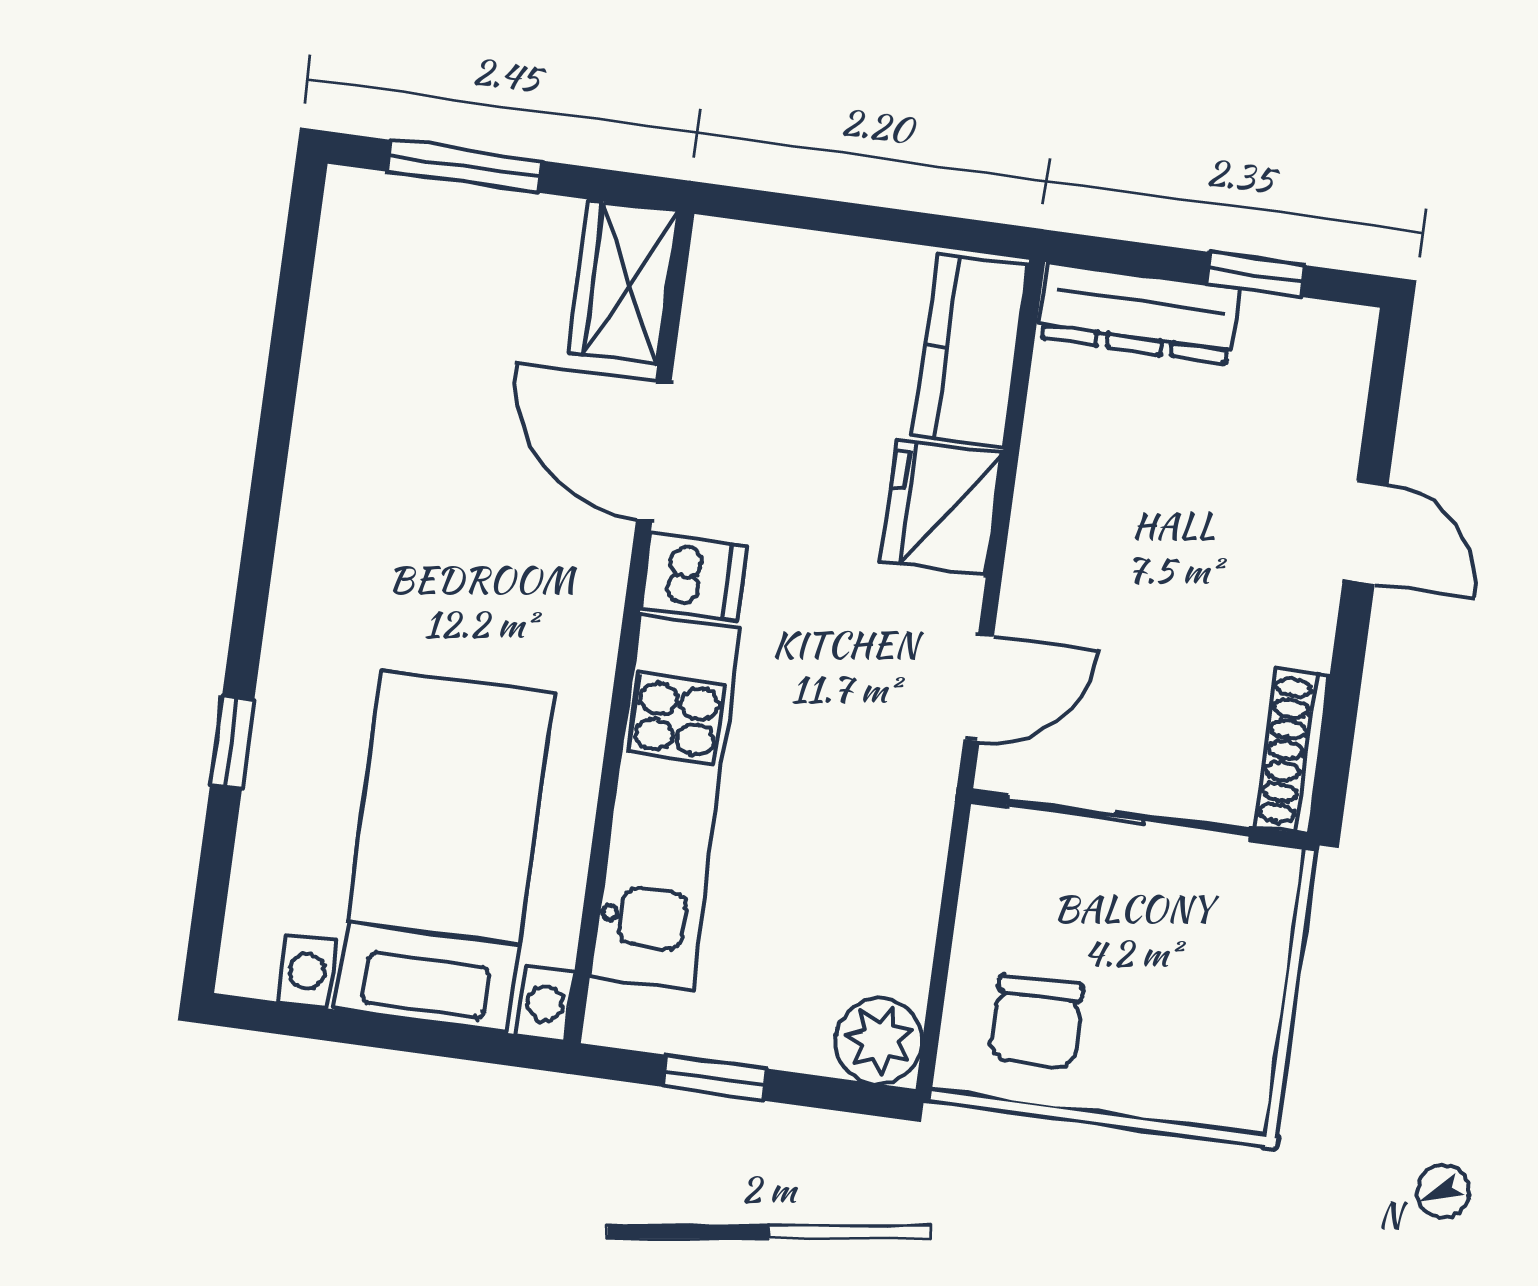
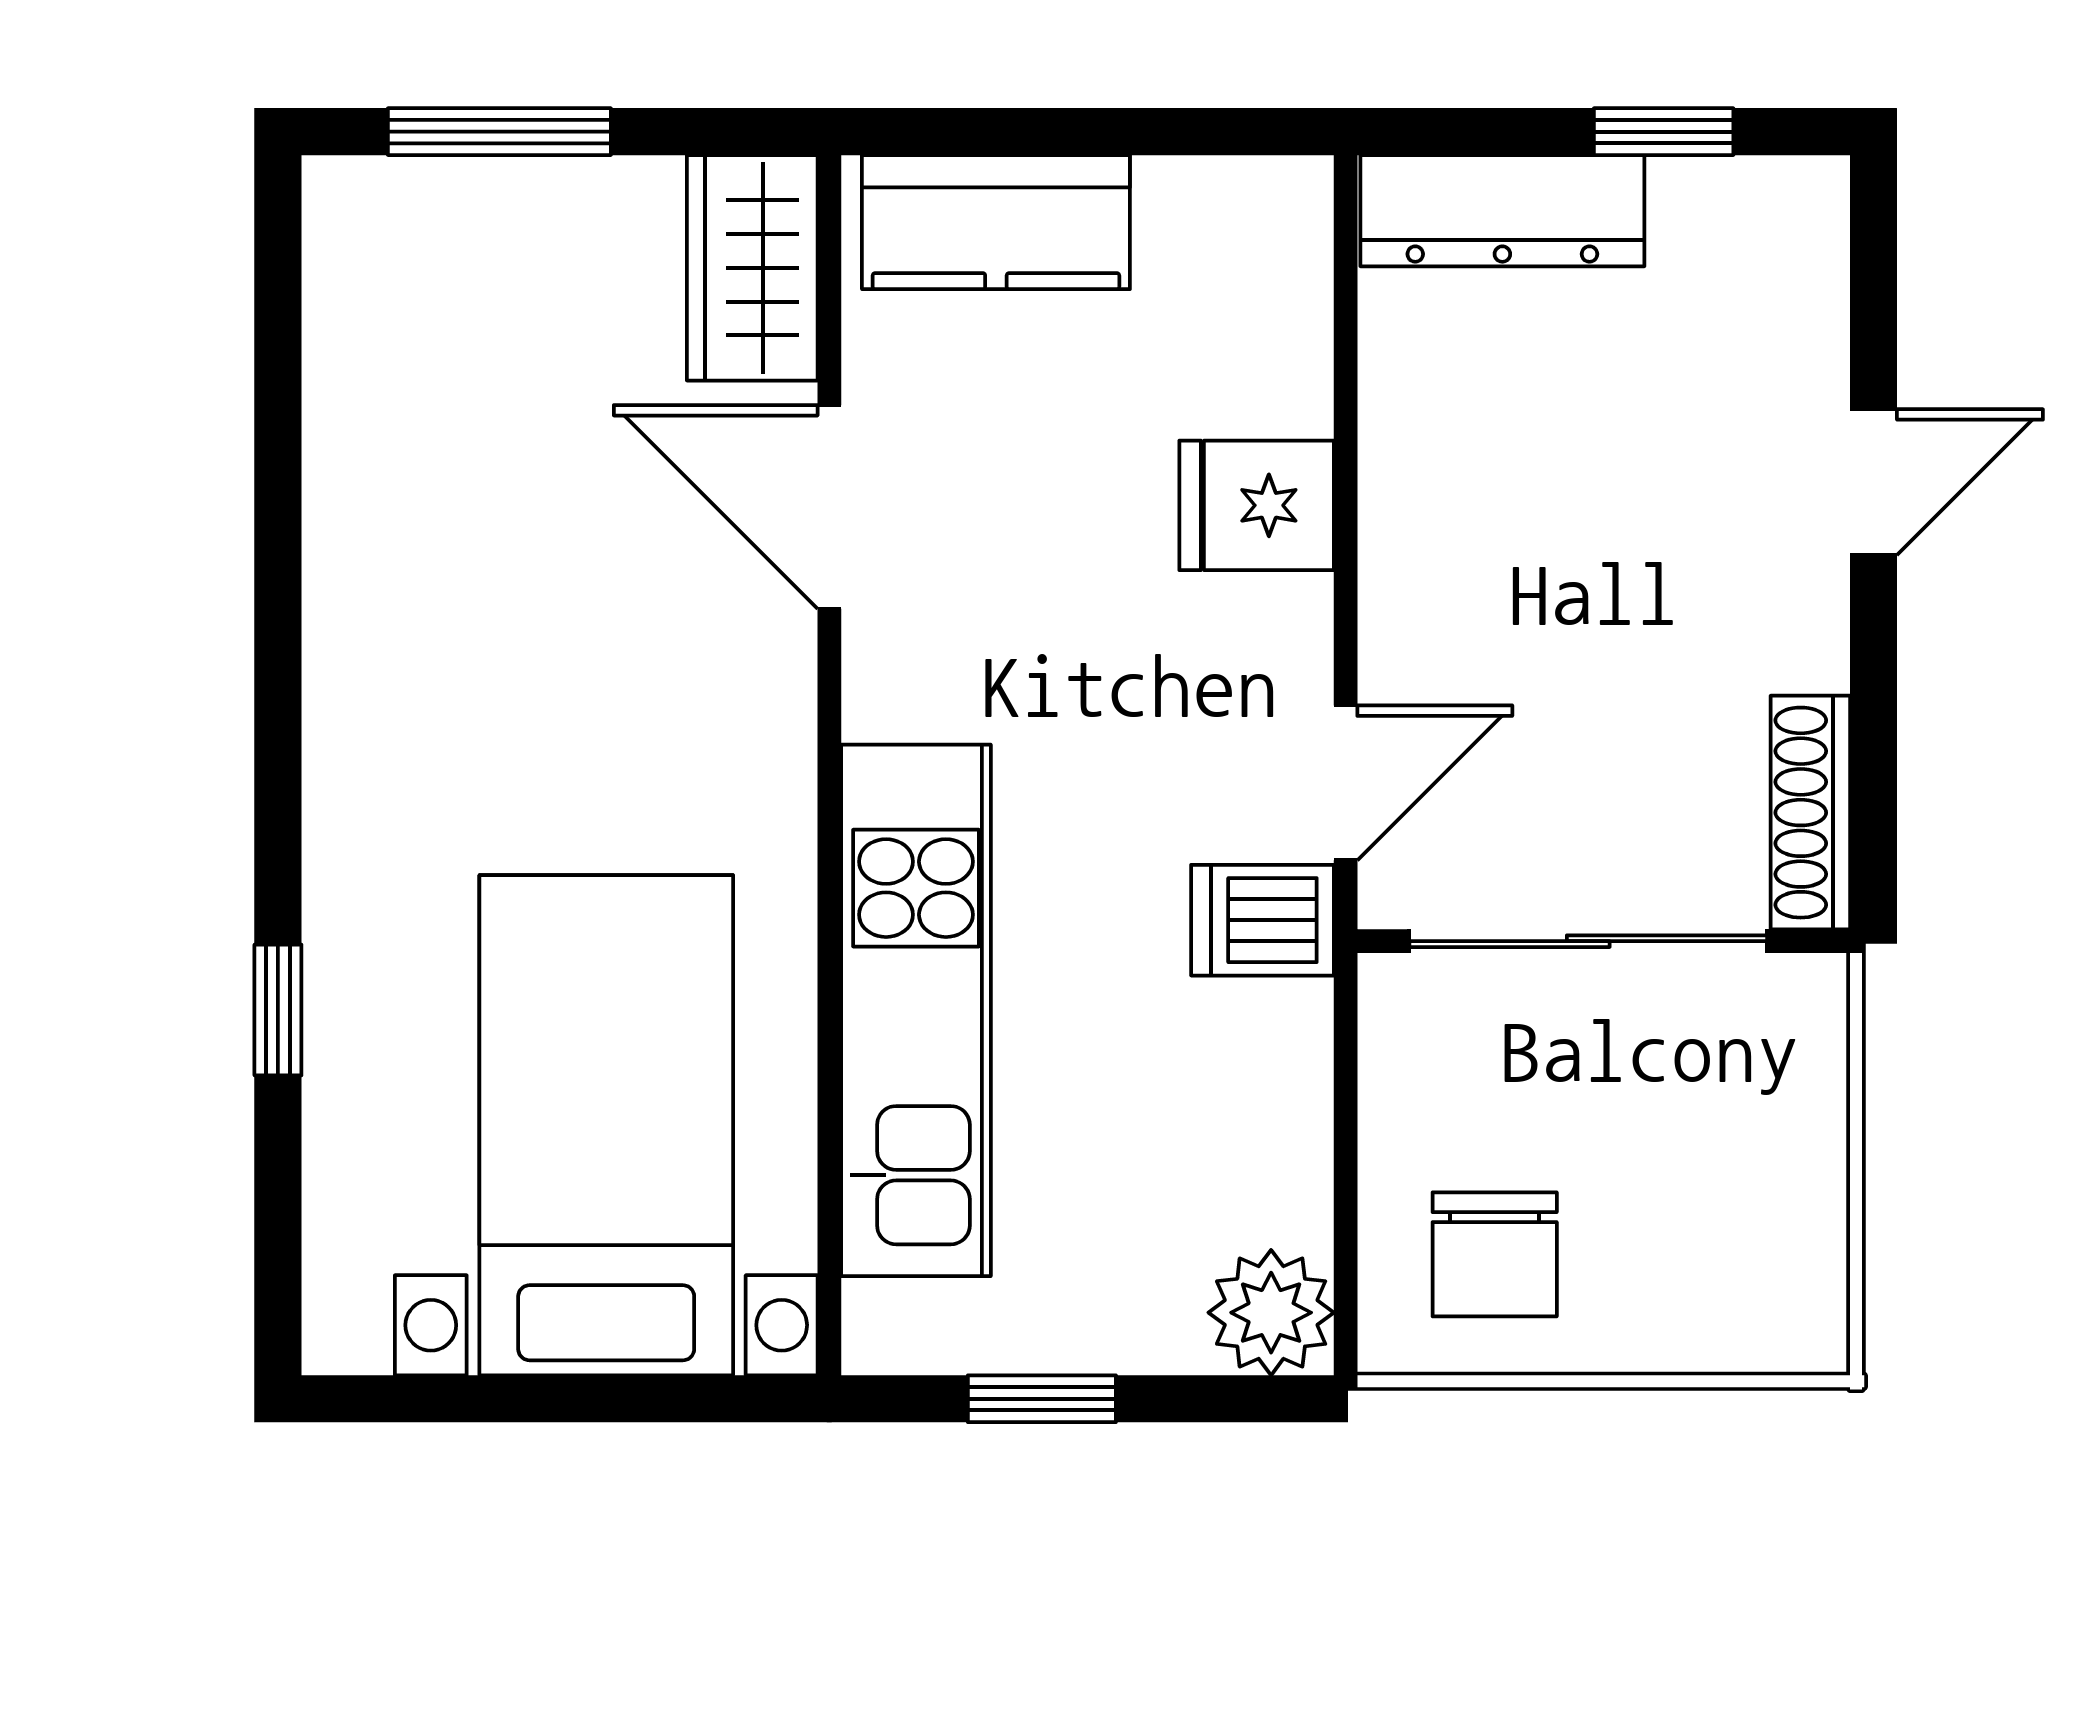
kitchen counter: (970, 350) -> (996, 222), moved, turned -90
fridge: (942, 508) -> (1257, 505), width x0.72
door: (1366, 532) -> (1874, 482), hinge flipped
dishwasher: (694, 577) -> (1262, 920), moved, turned 180

